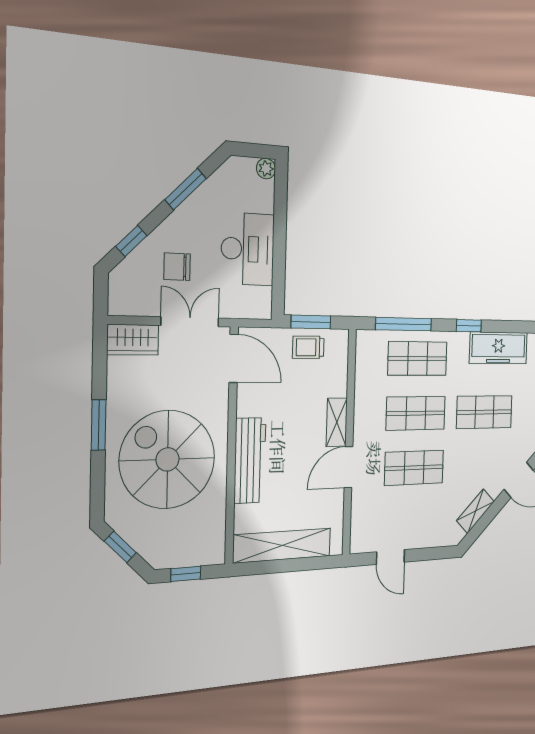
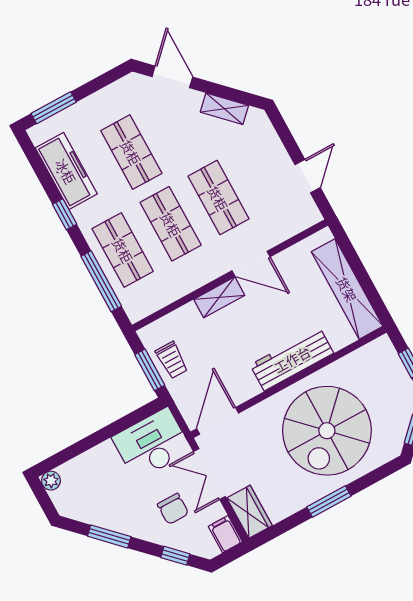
desk: (248, 249) -> (152, 444), moved
filing cabinet: (125, 303) -> (225, 534), added

